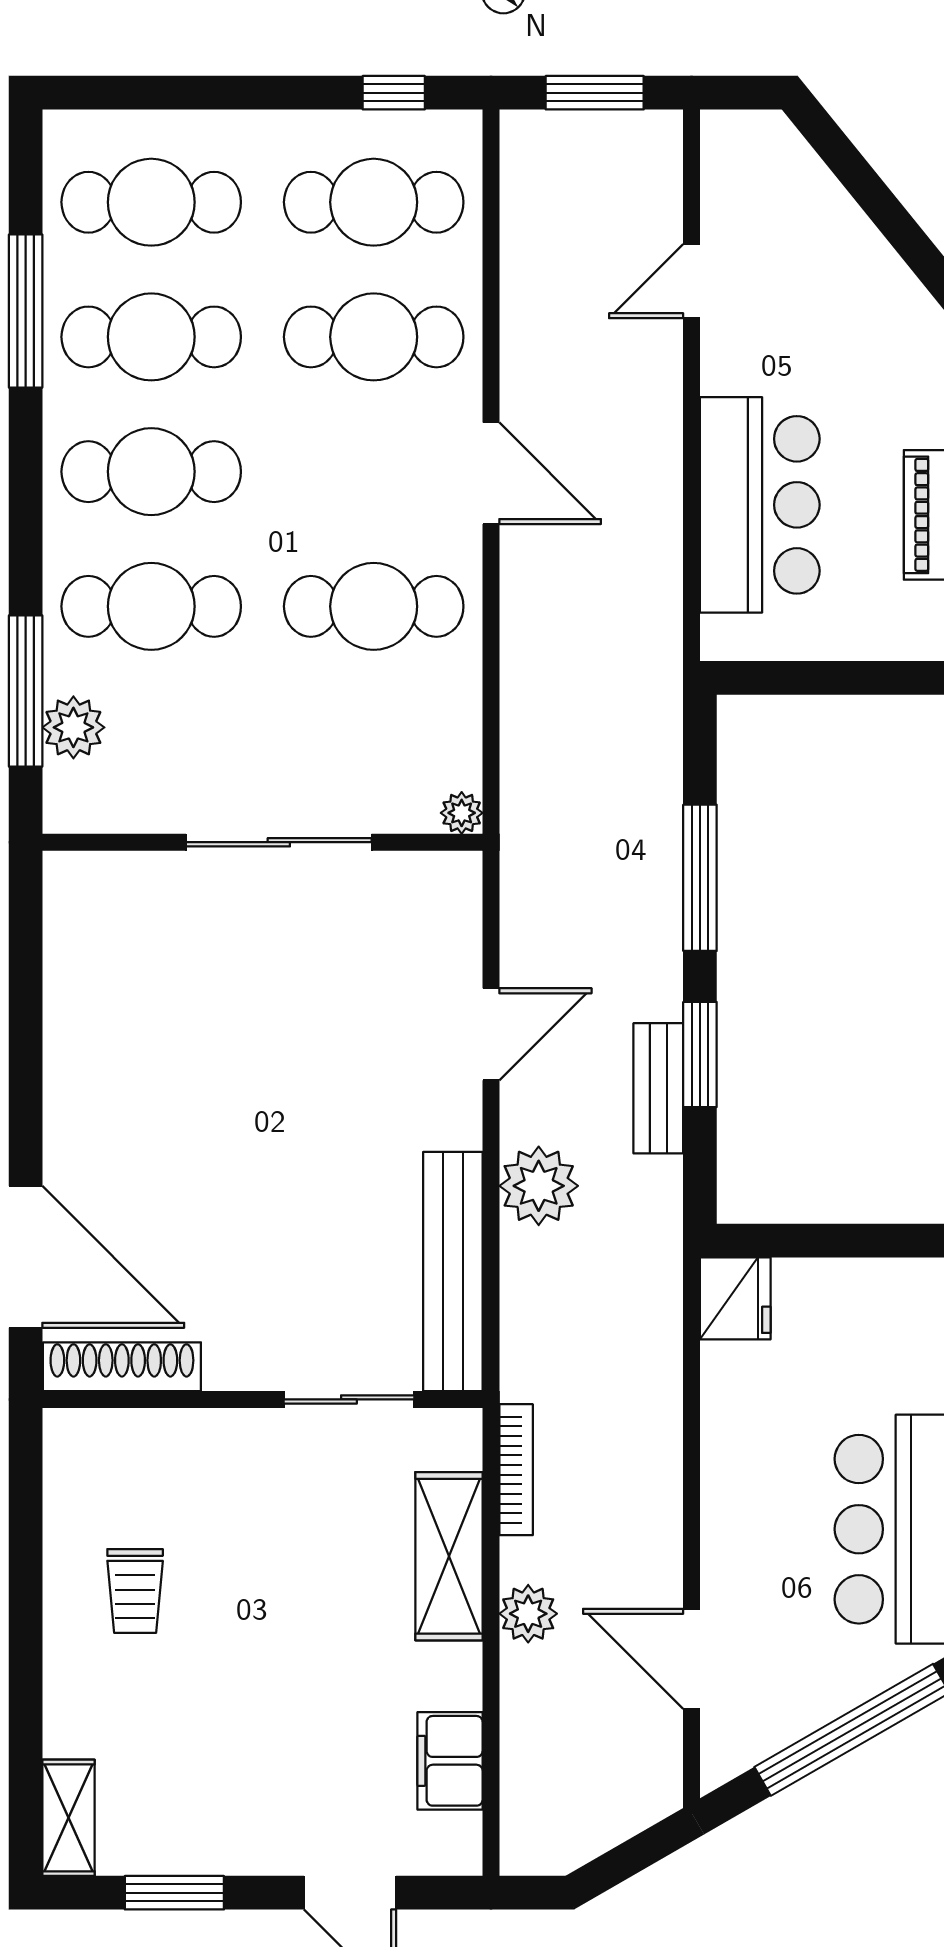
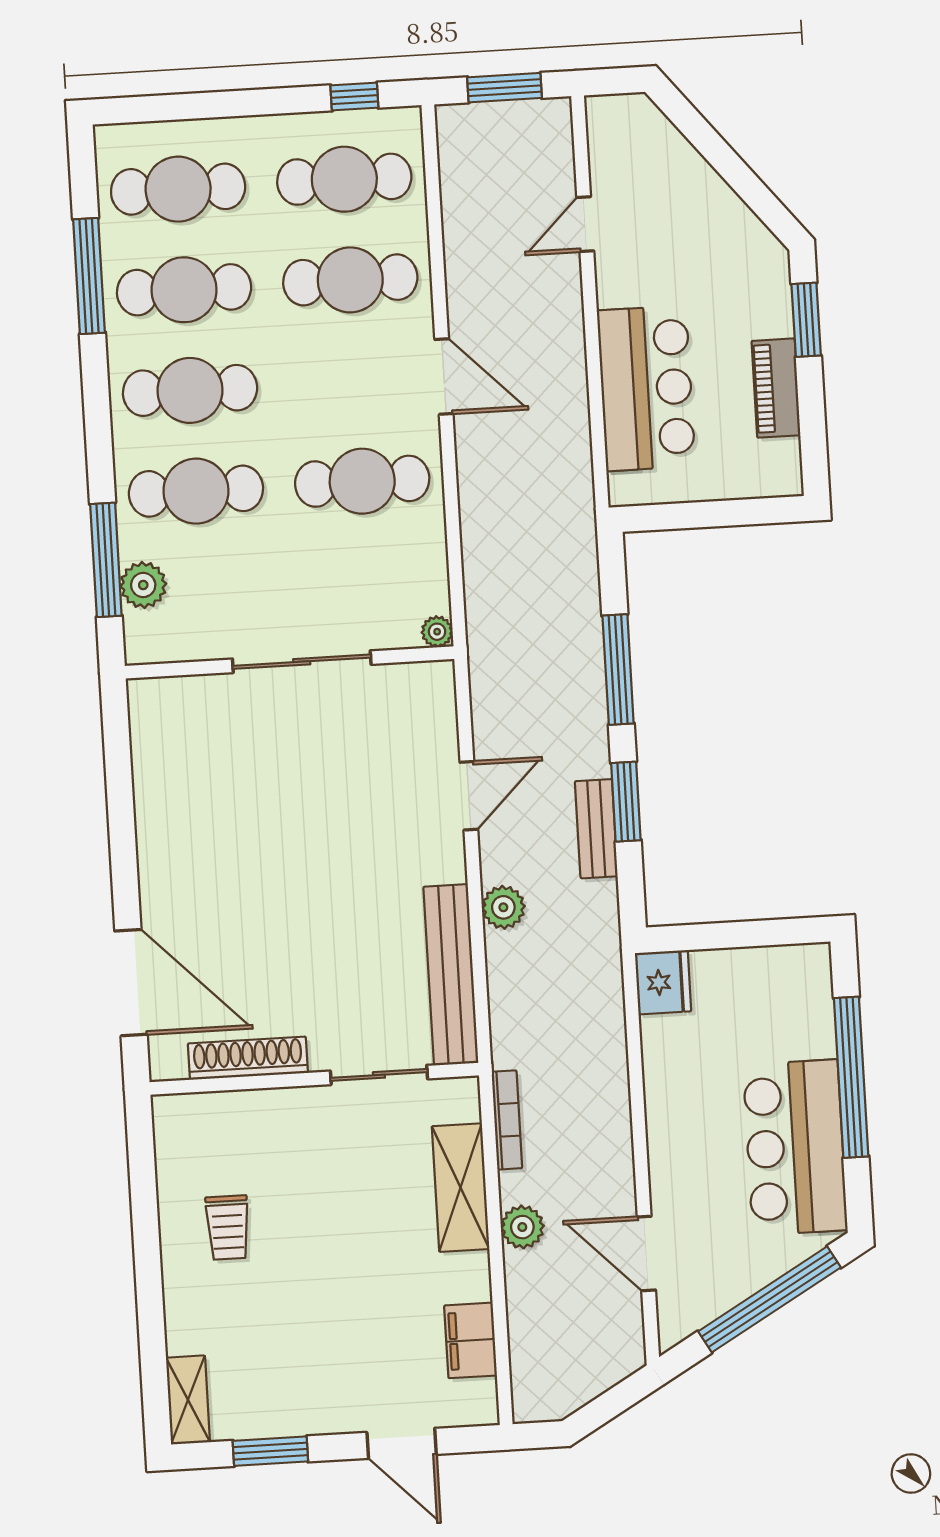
plant: (539, 1186) -> (503, 907), width x0.73, depth x0.73
shoe rack: (122, 1367) -> (248, 1058), moved

